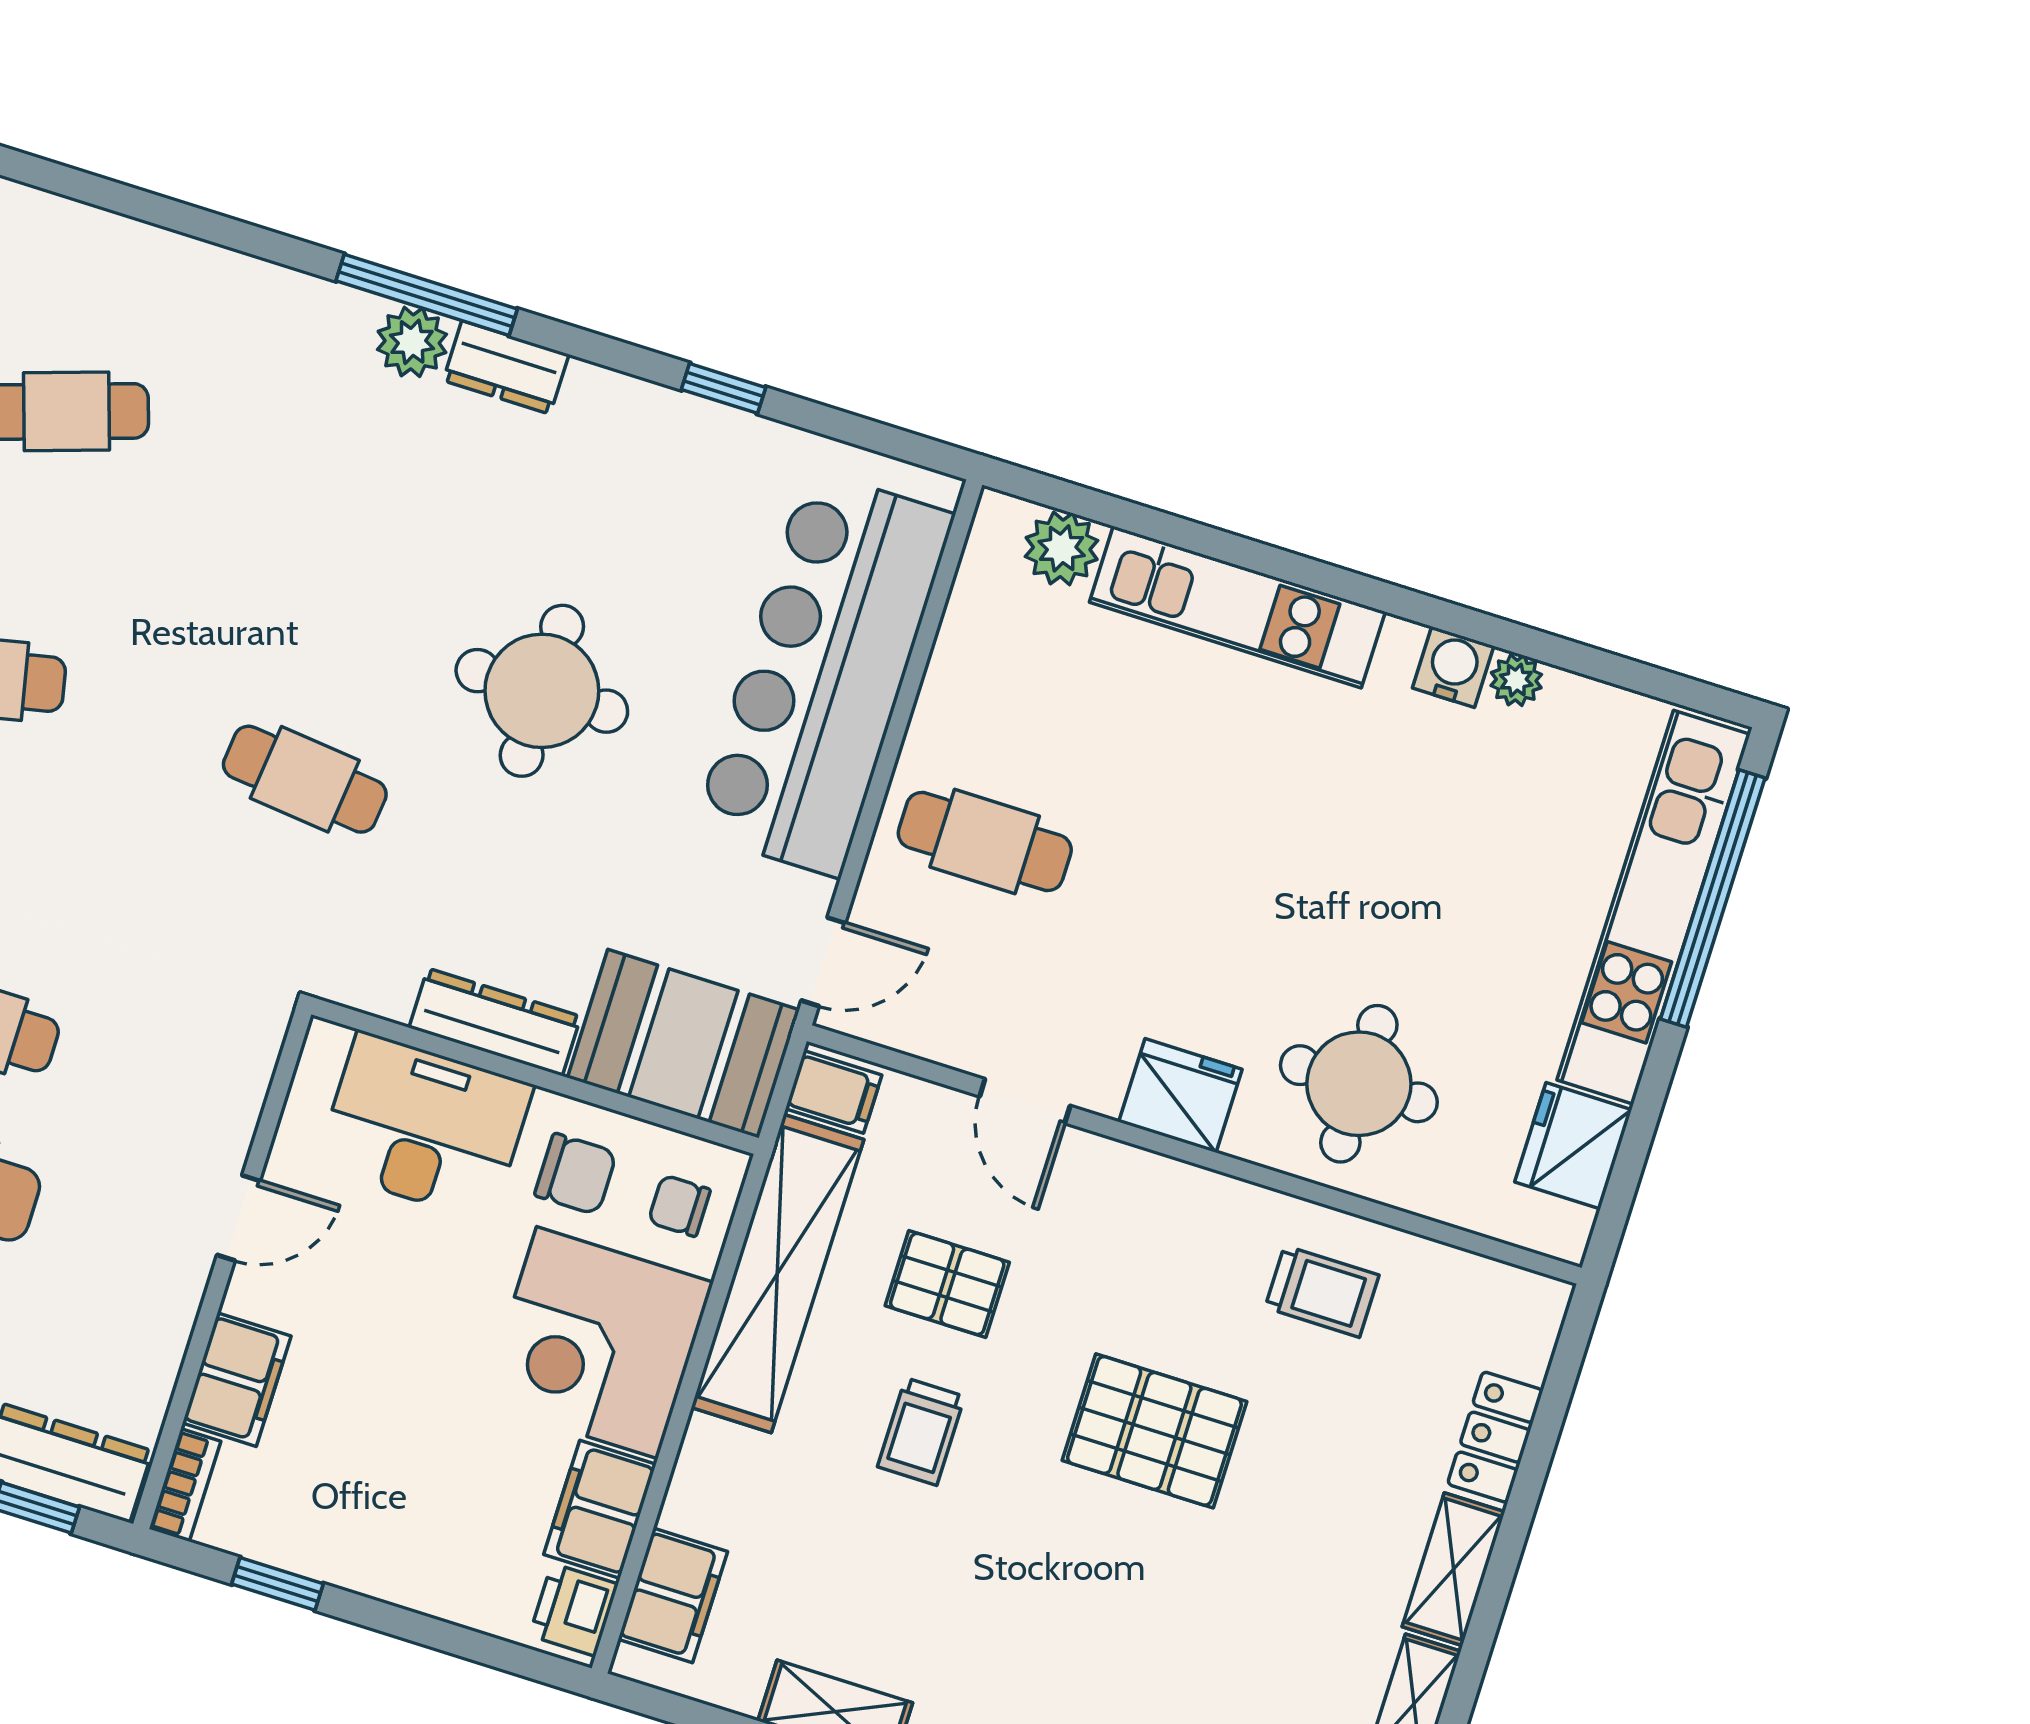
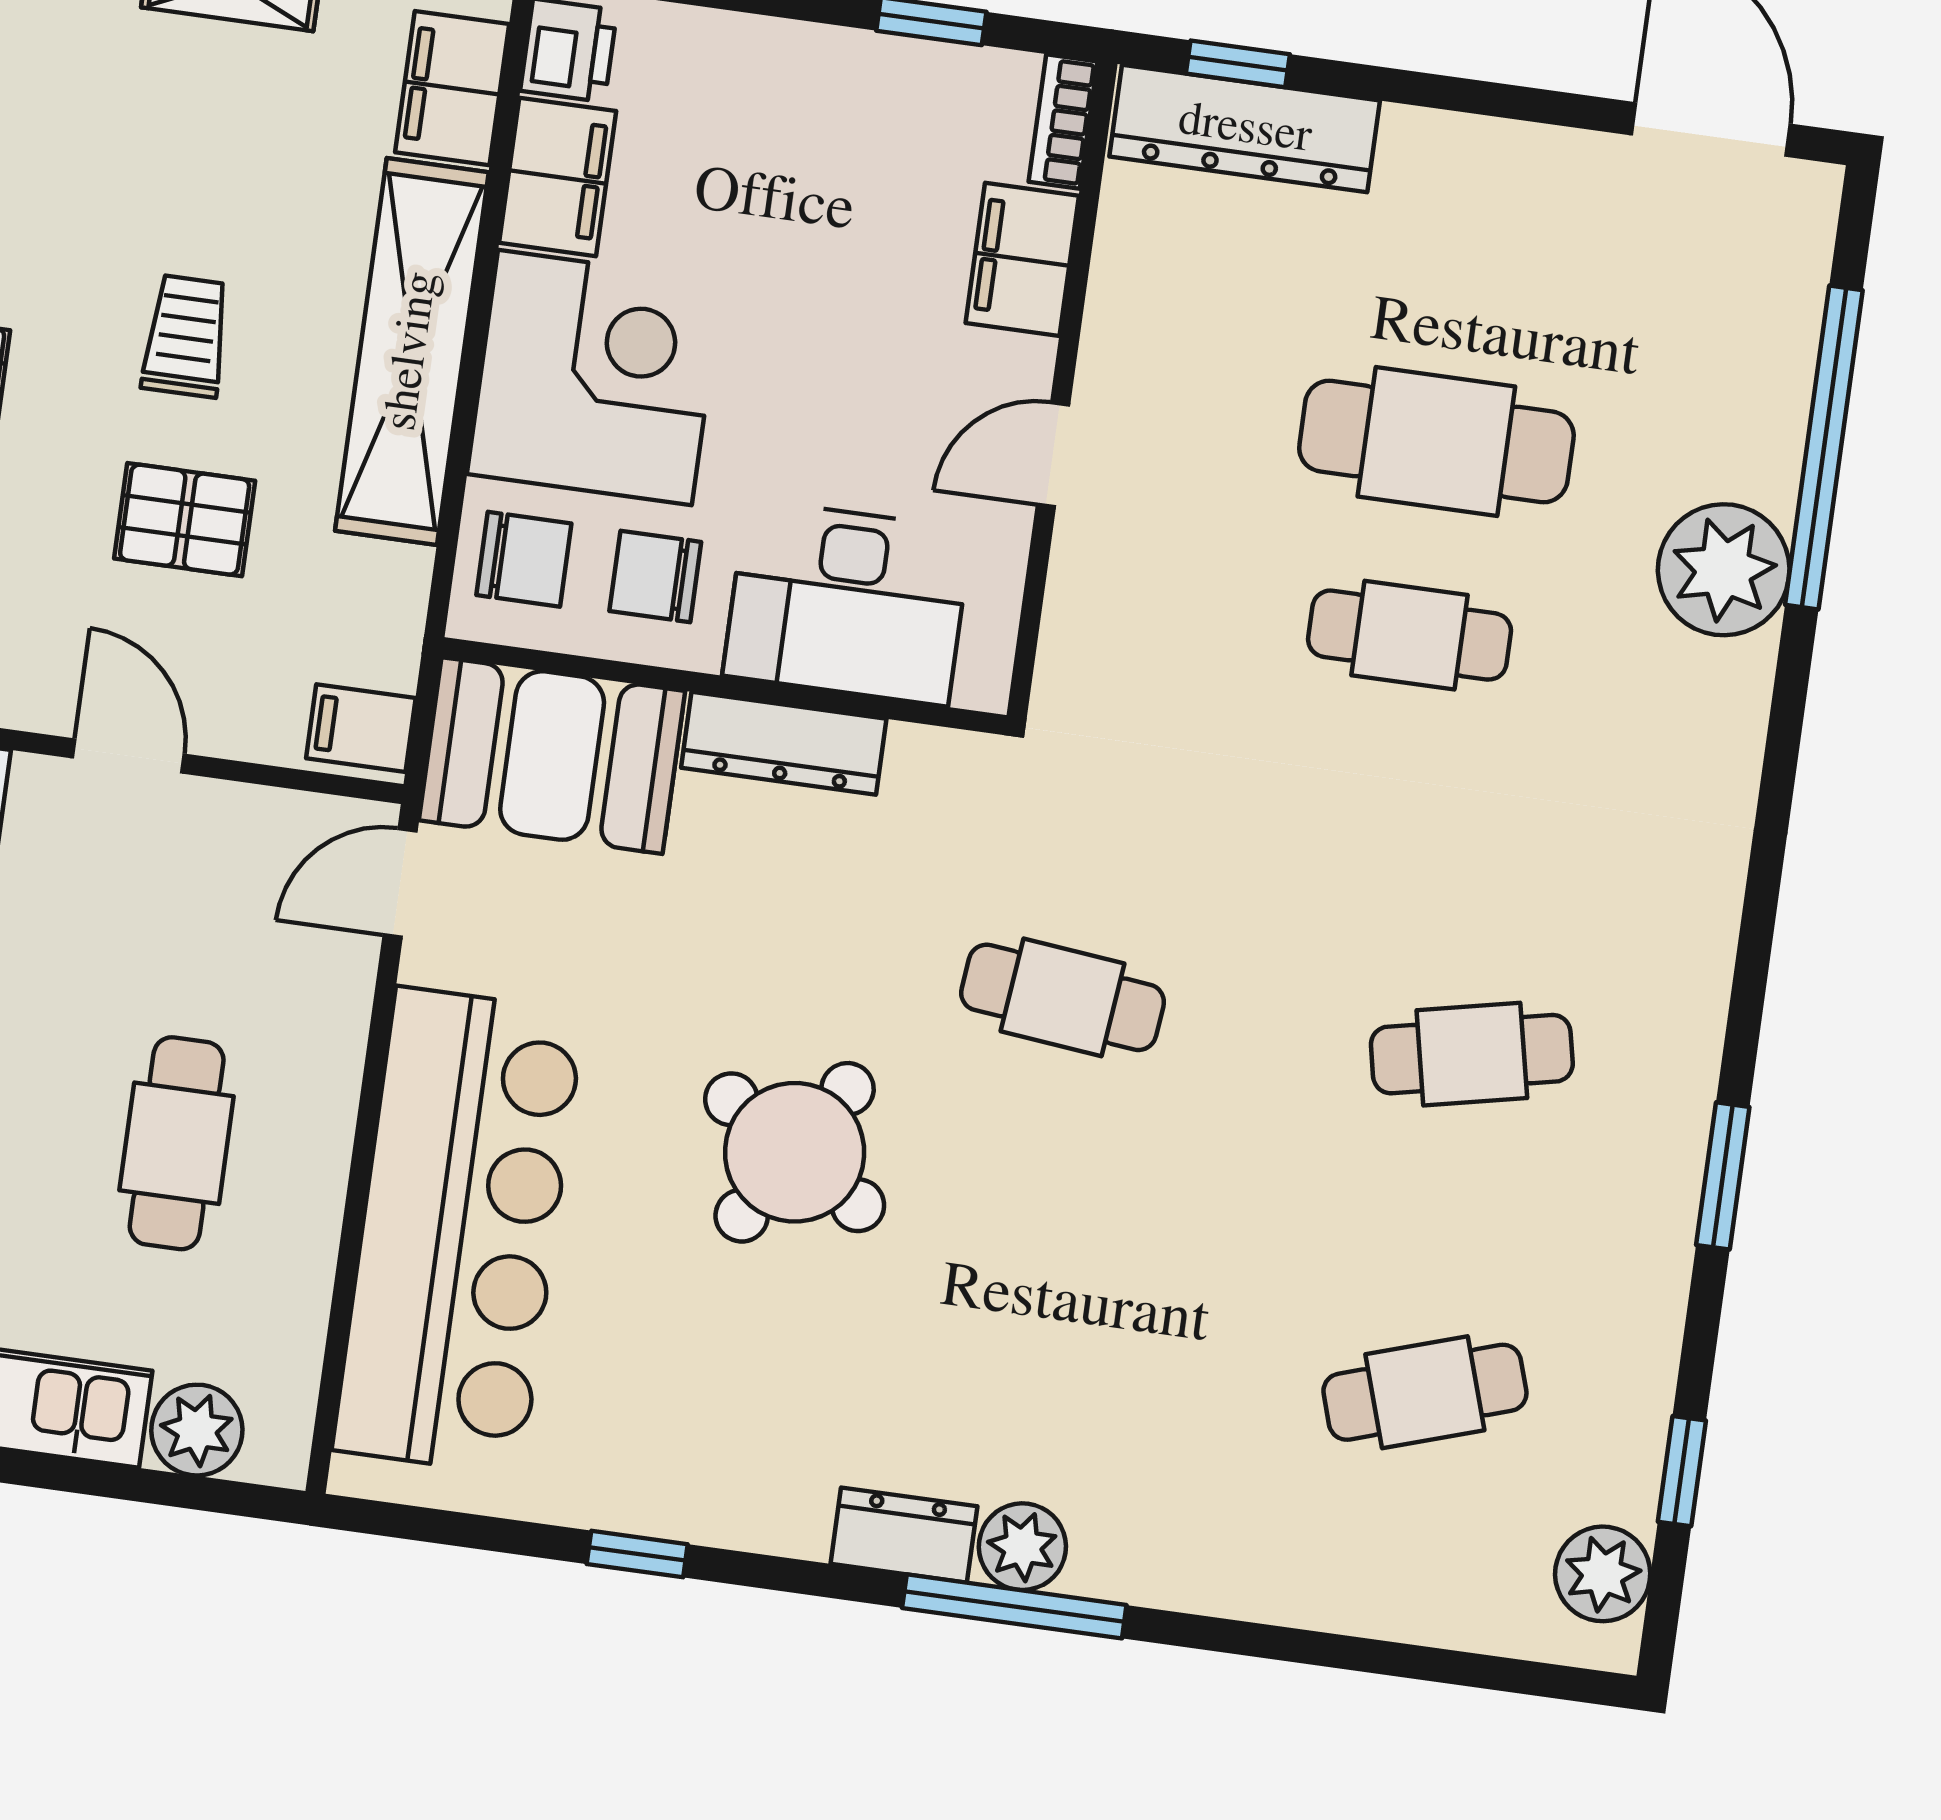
round table: (542, 691) -> (795, 1152), turned 32
cafe table: (985, 842) -> (177, 1143), moved, turned 90
chair: (679, 1206) -> (524, 559), width x1.37, depth x1.37
shelving: (777, 1273) -> (412, 351), moved

